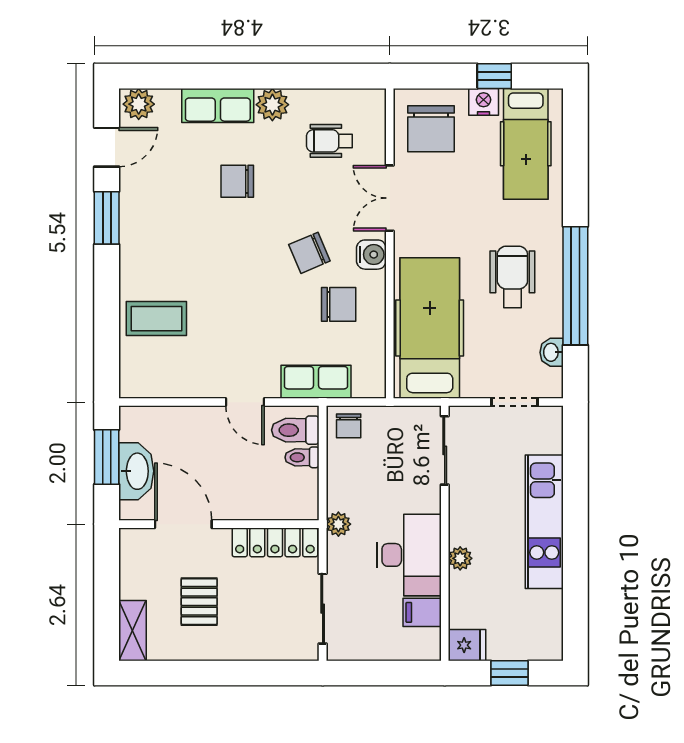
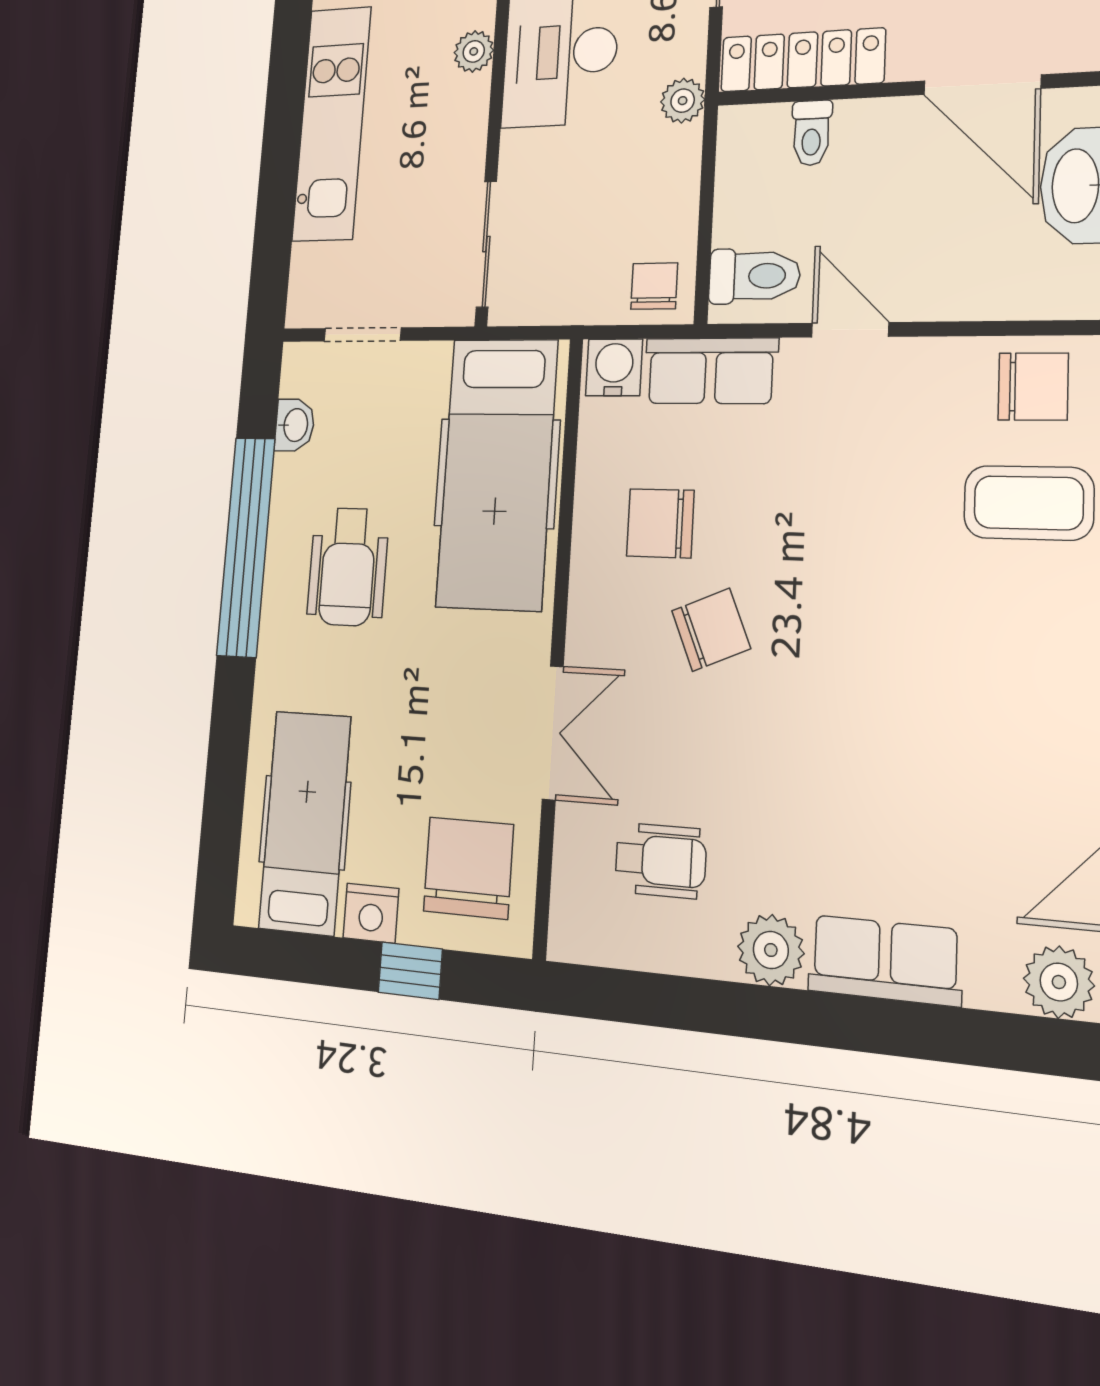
window: (494, 76) -> (410, 971), moved
chair: (237, 181) -> (1033, 387), moved
water cooler: (371, 255) -> (614, 367), moved, turned 90
toilet: (302, 457) -> (811, 133), moved, turned 90

